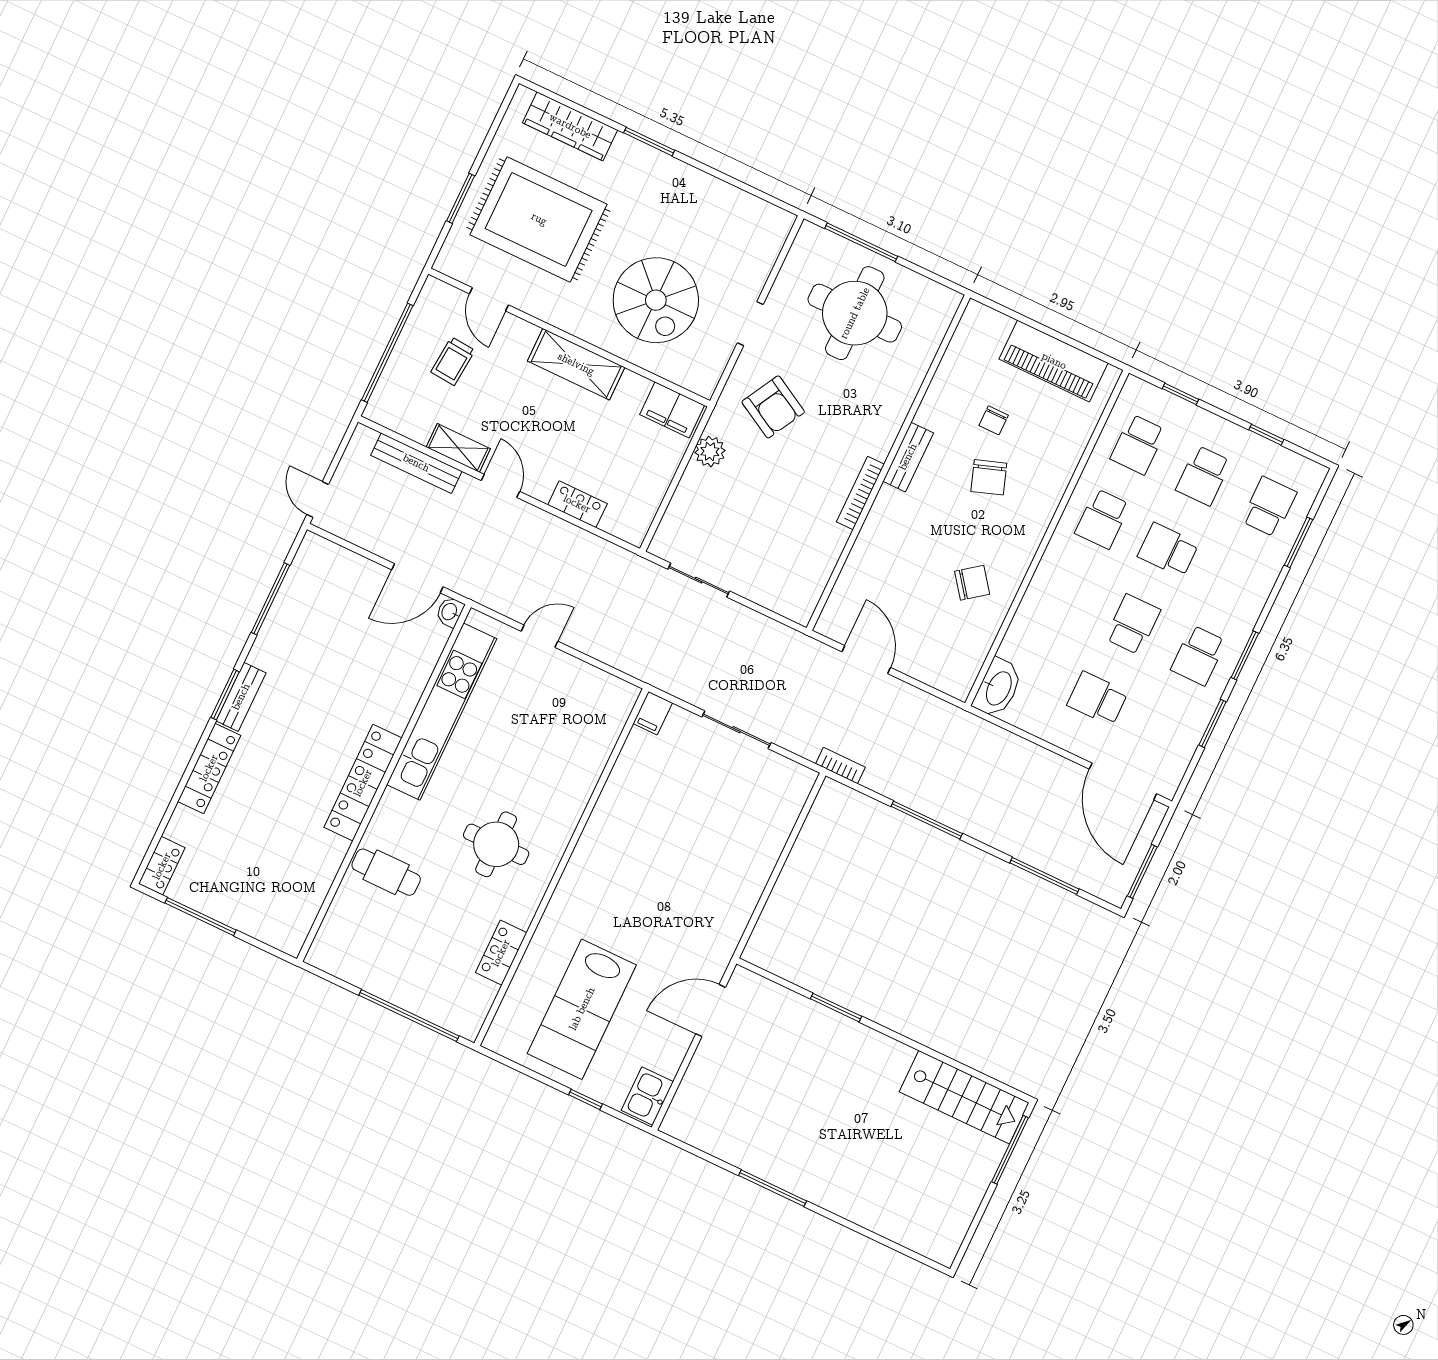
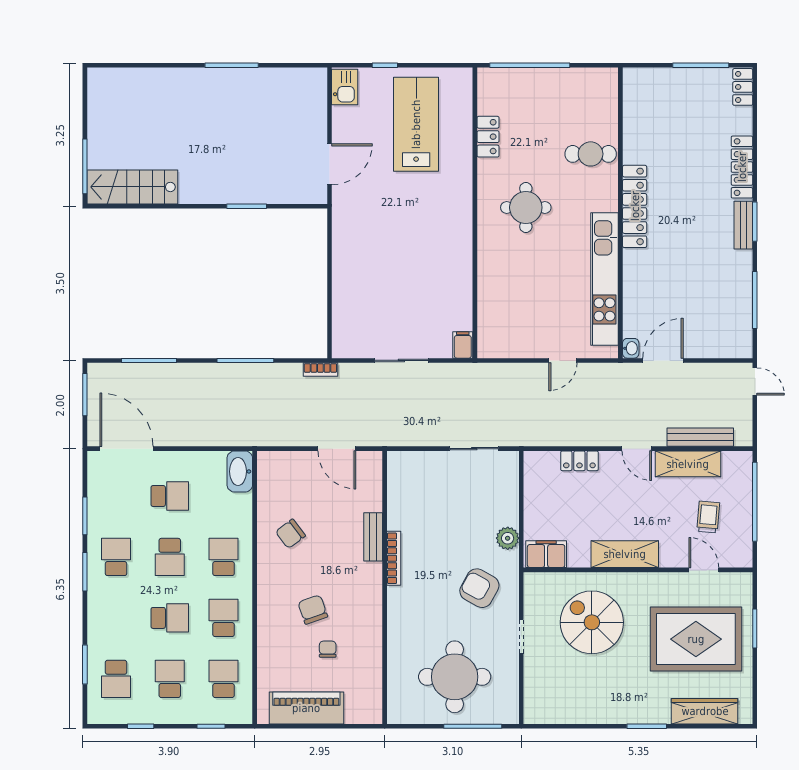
shelving: (458, 448) -> (688, 464), width x1.50, depth x1.33
bench: (908, 457) -> (373, 537), moved
school desk: (1067, 593) -> (224, 557), added

